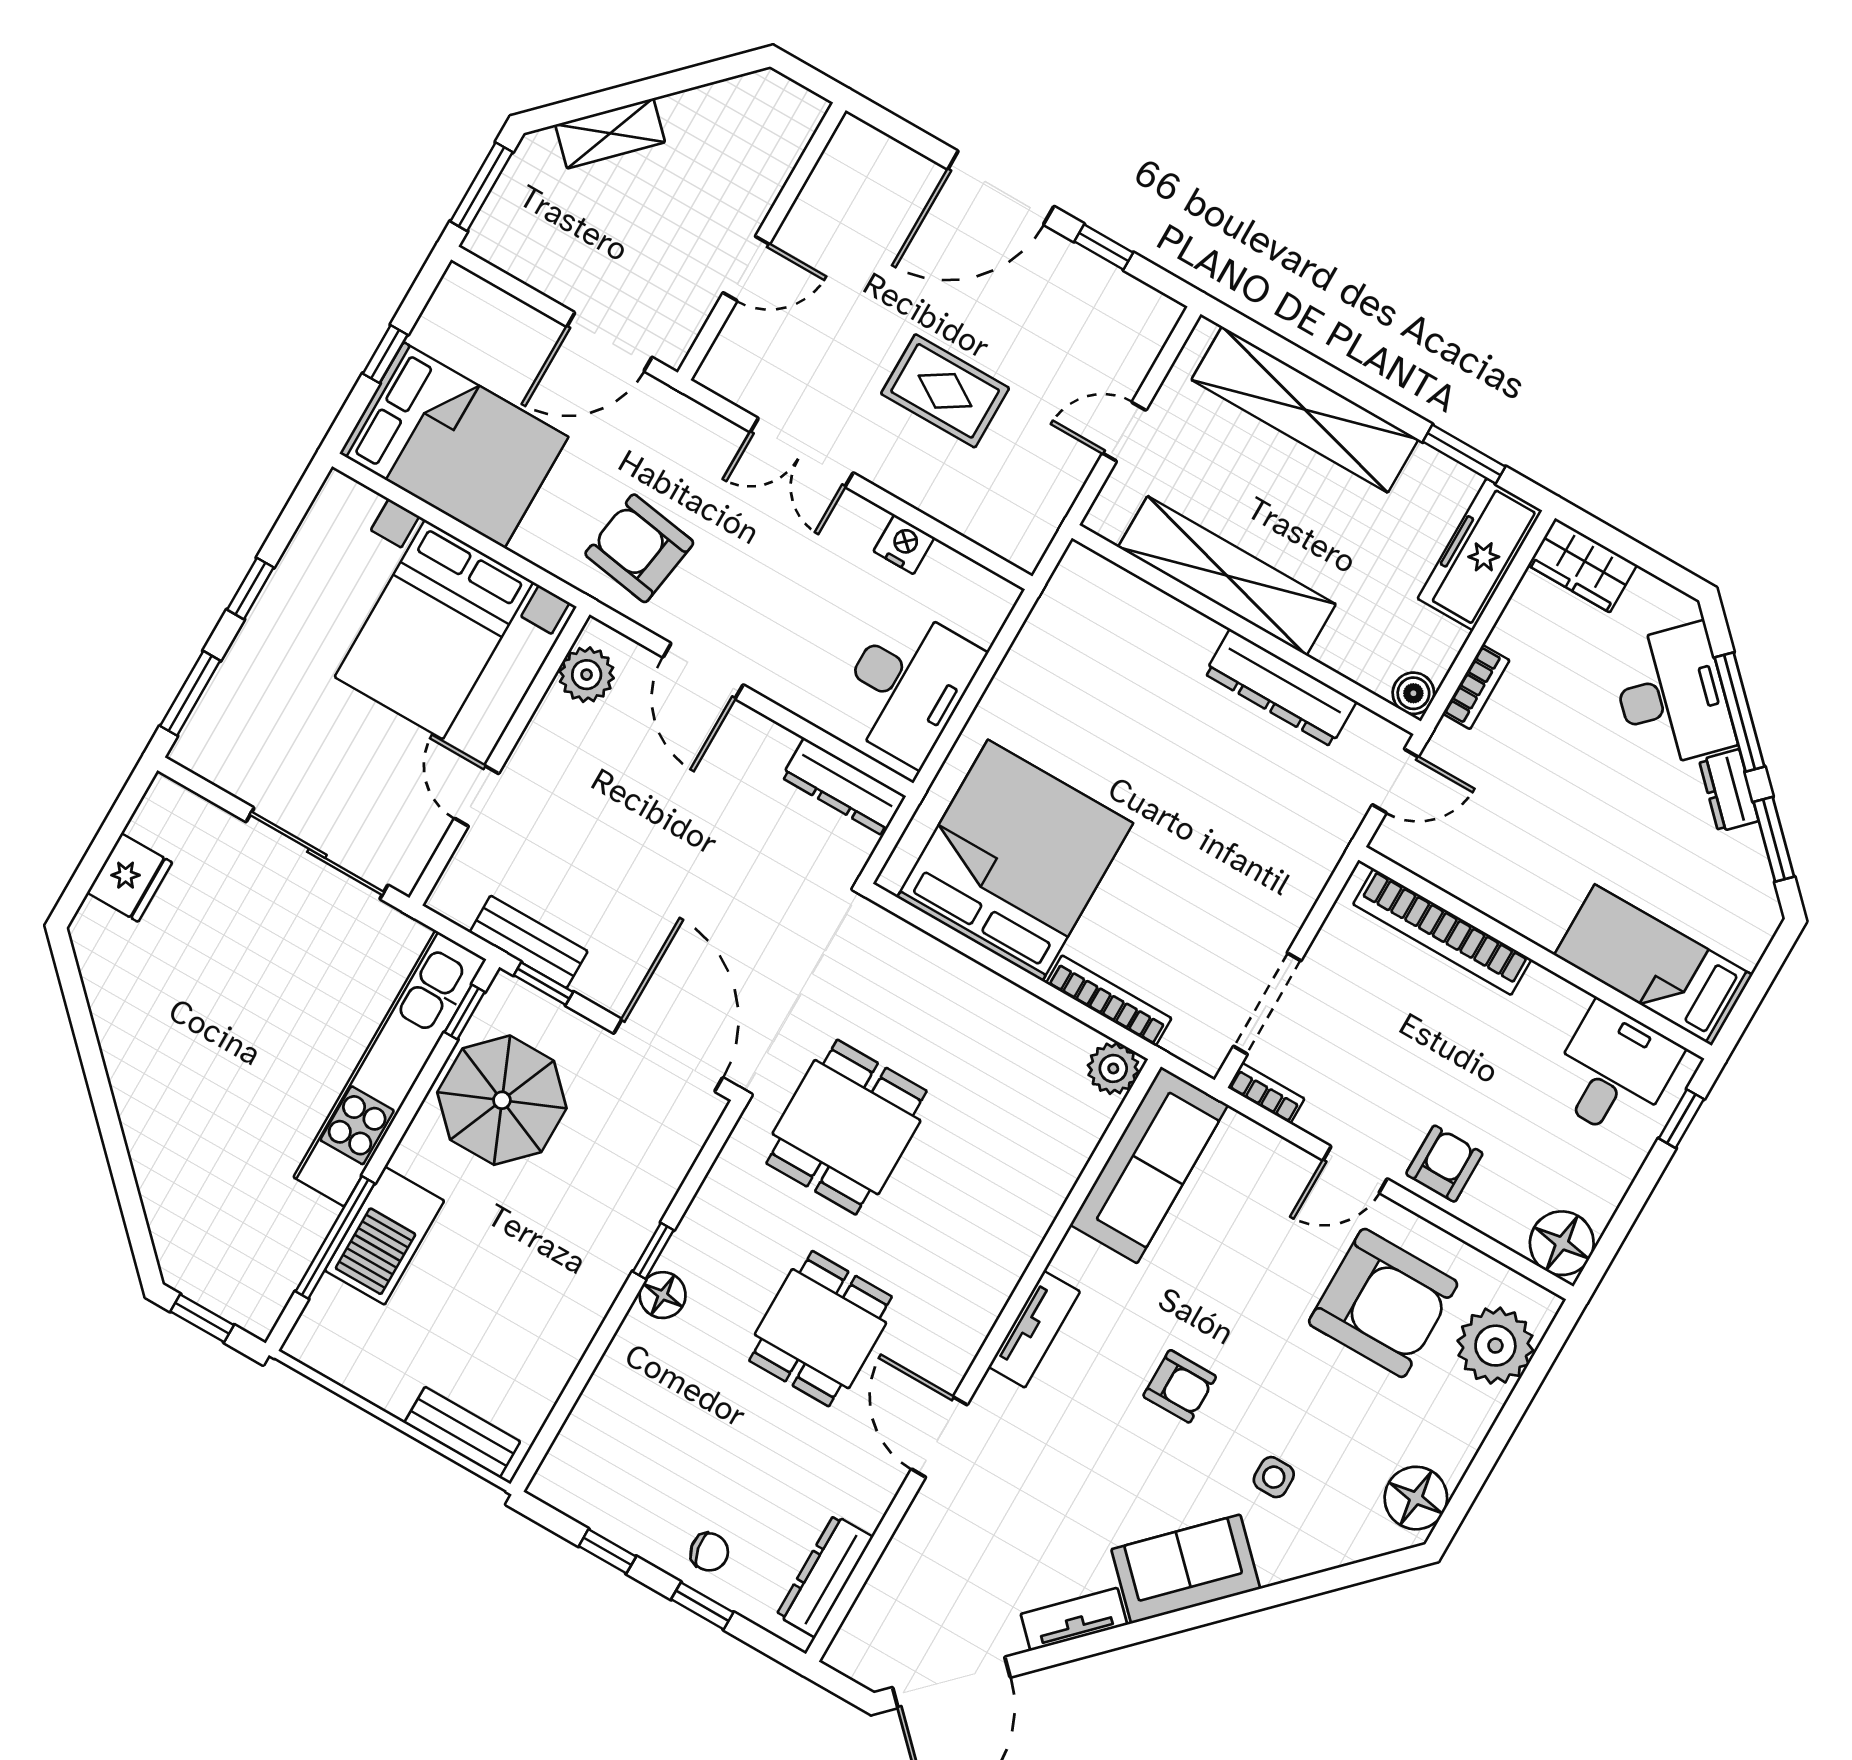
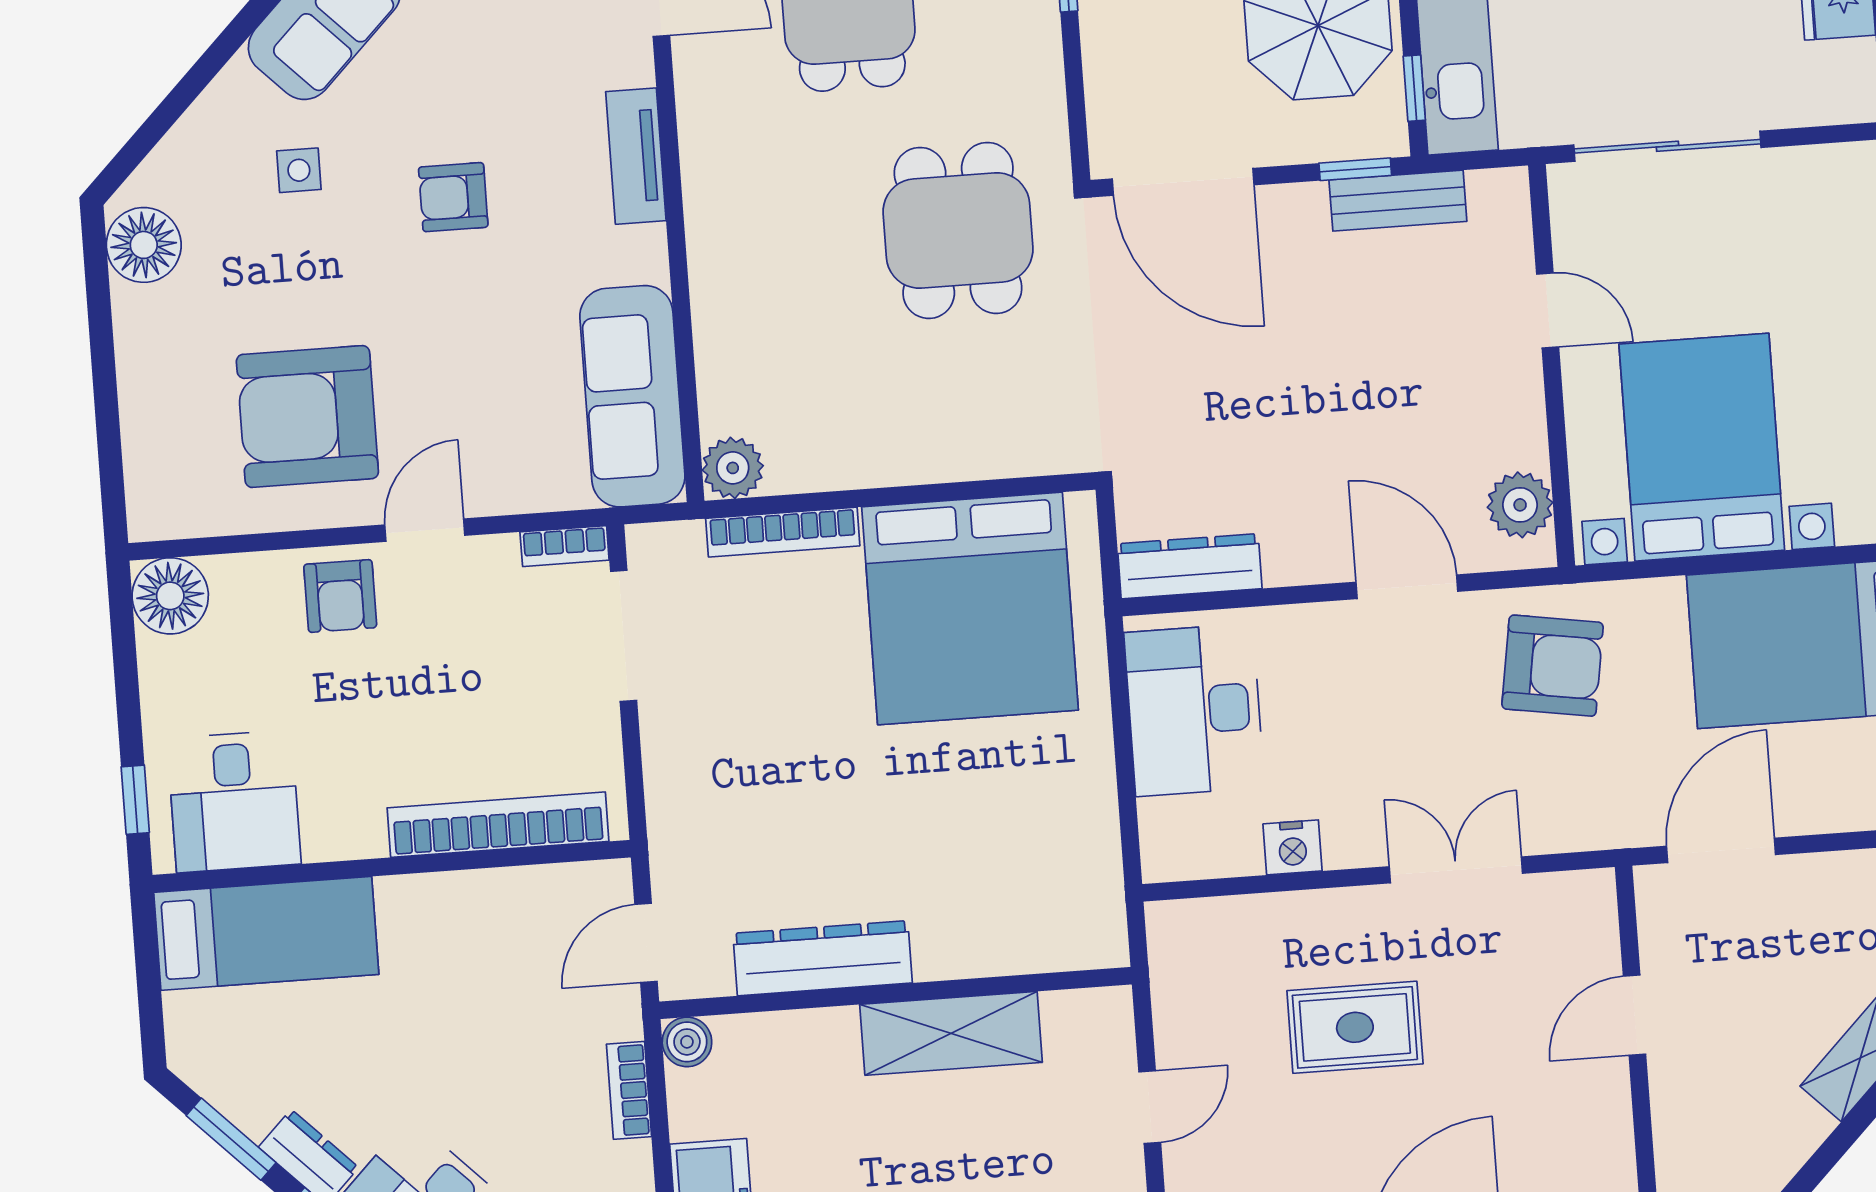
shelving: (1227, 576) -> (951, 1033), width x0.68
plant: (1495, 1346) -> (167, 450), removed

